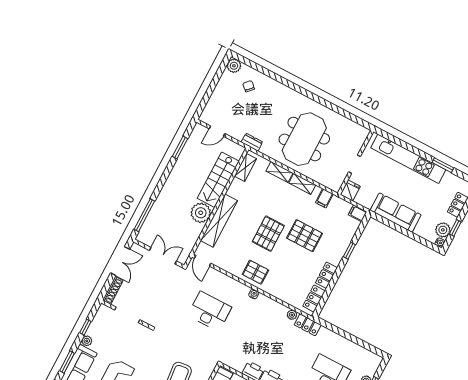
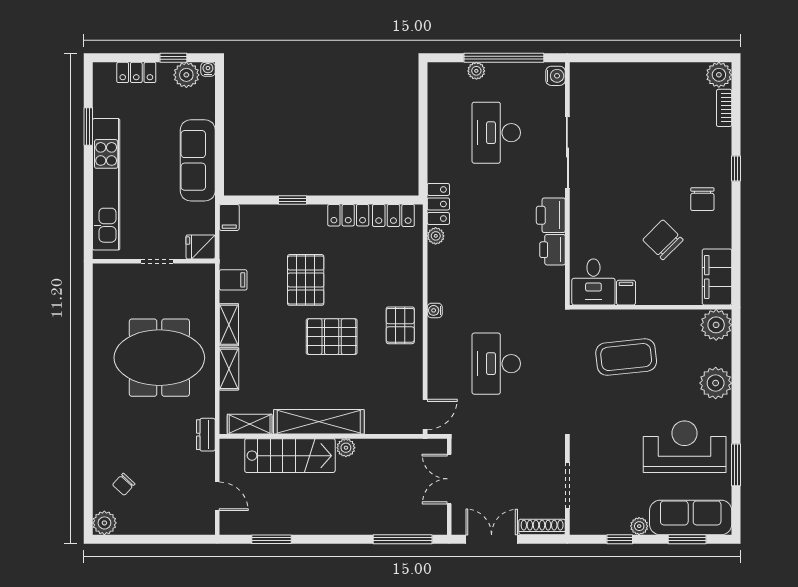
plant: (201, 213) -> (346, 448), width x0.53, depth x0.53
shelving: (219, 221) -> (319, 422), moved

